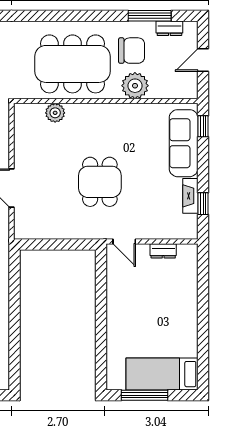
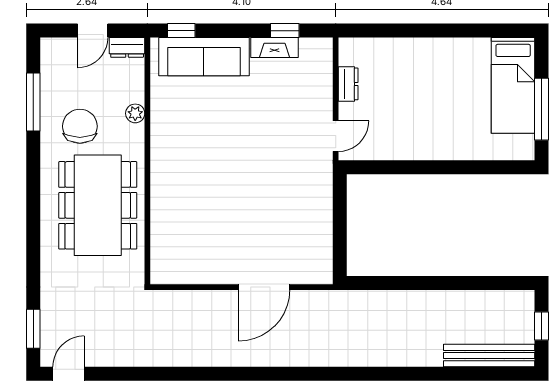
dresser: (169, 28) -> (127, 47), moved, turned 90
door: (203, 60) -> (93, 31), hinge flipped
plant: (135, 86) -> (135, 113), width x0.53, depth x0.53
plant: (55, 113) -> (163, 229), removed
dining table: (100, 182) -> (256, 169), removed

